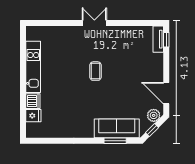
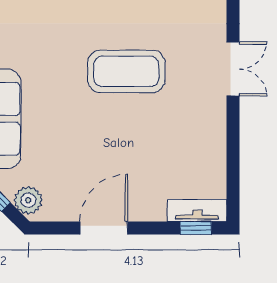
coffee table: (96, 71) -> (126, 71), width x1.86, depth x1.72
door: (166, 93) -> (104, 228), moved

